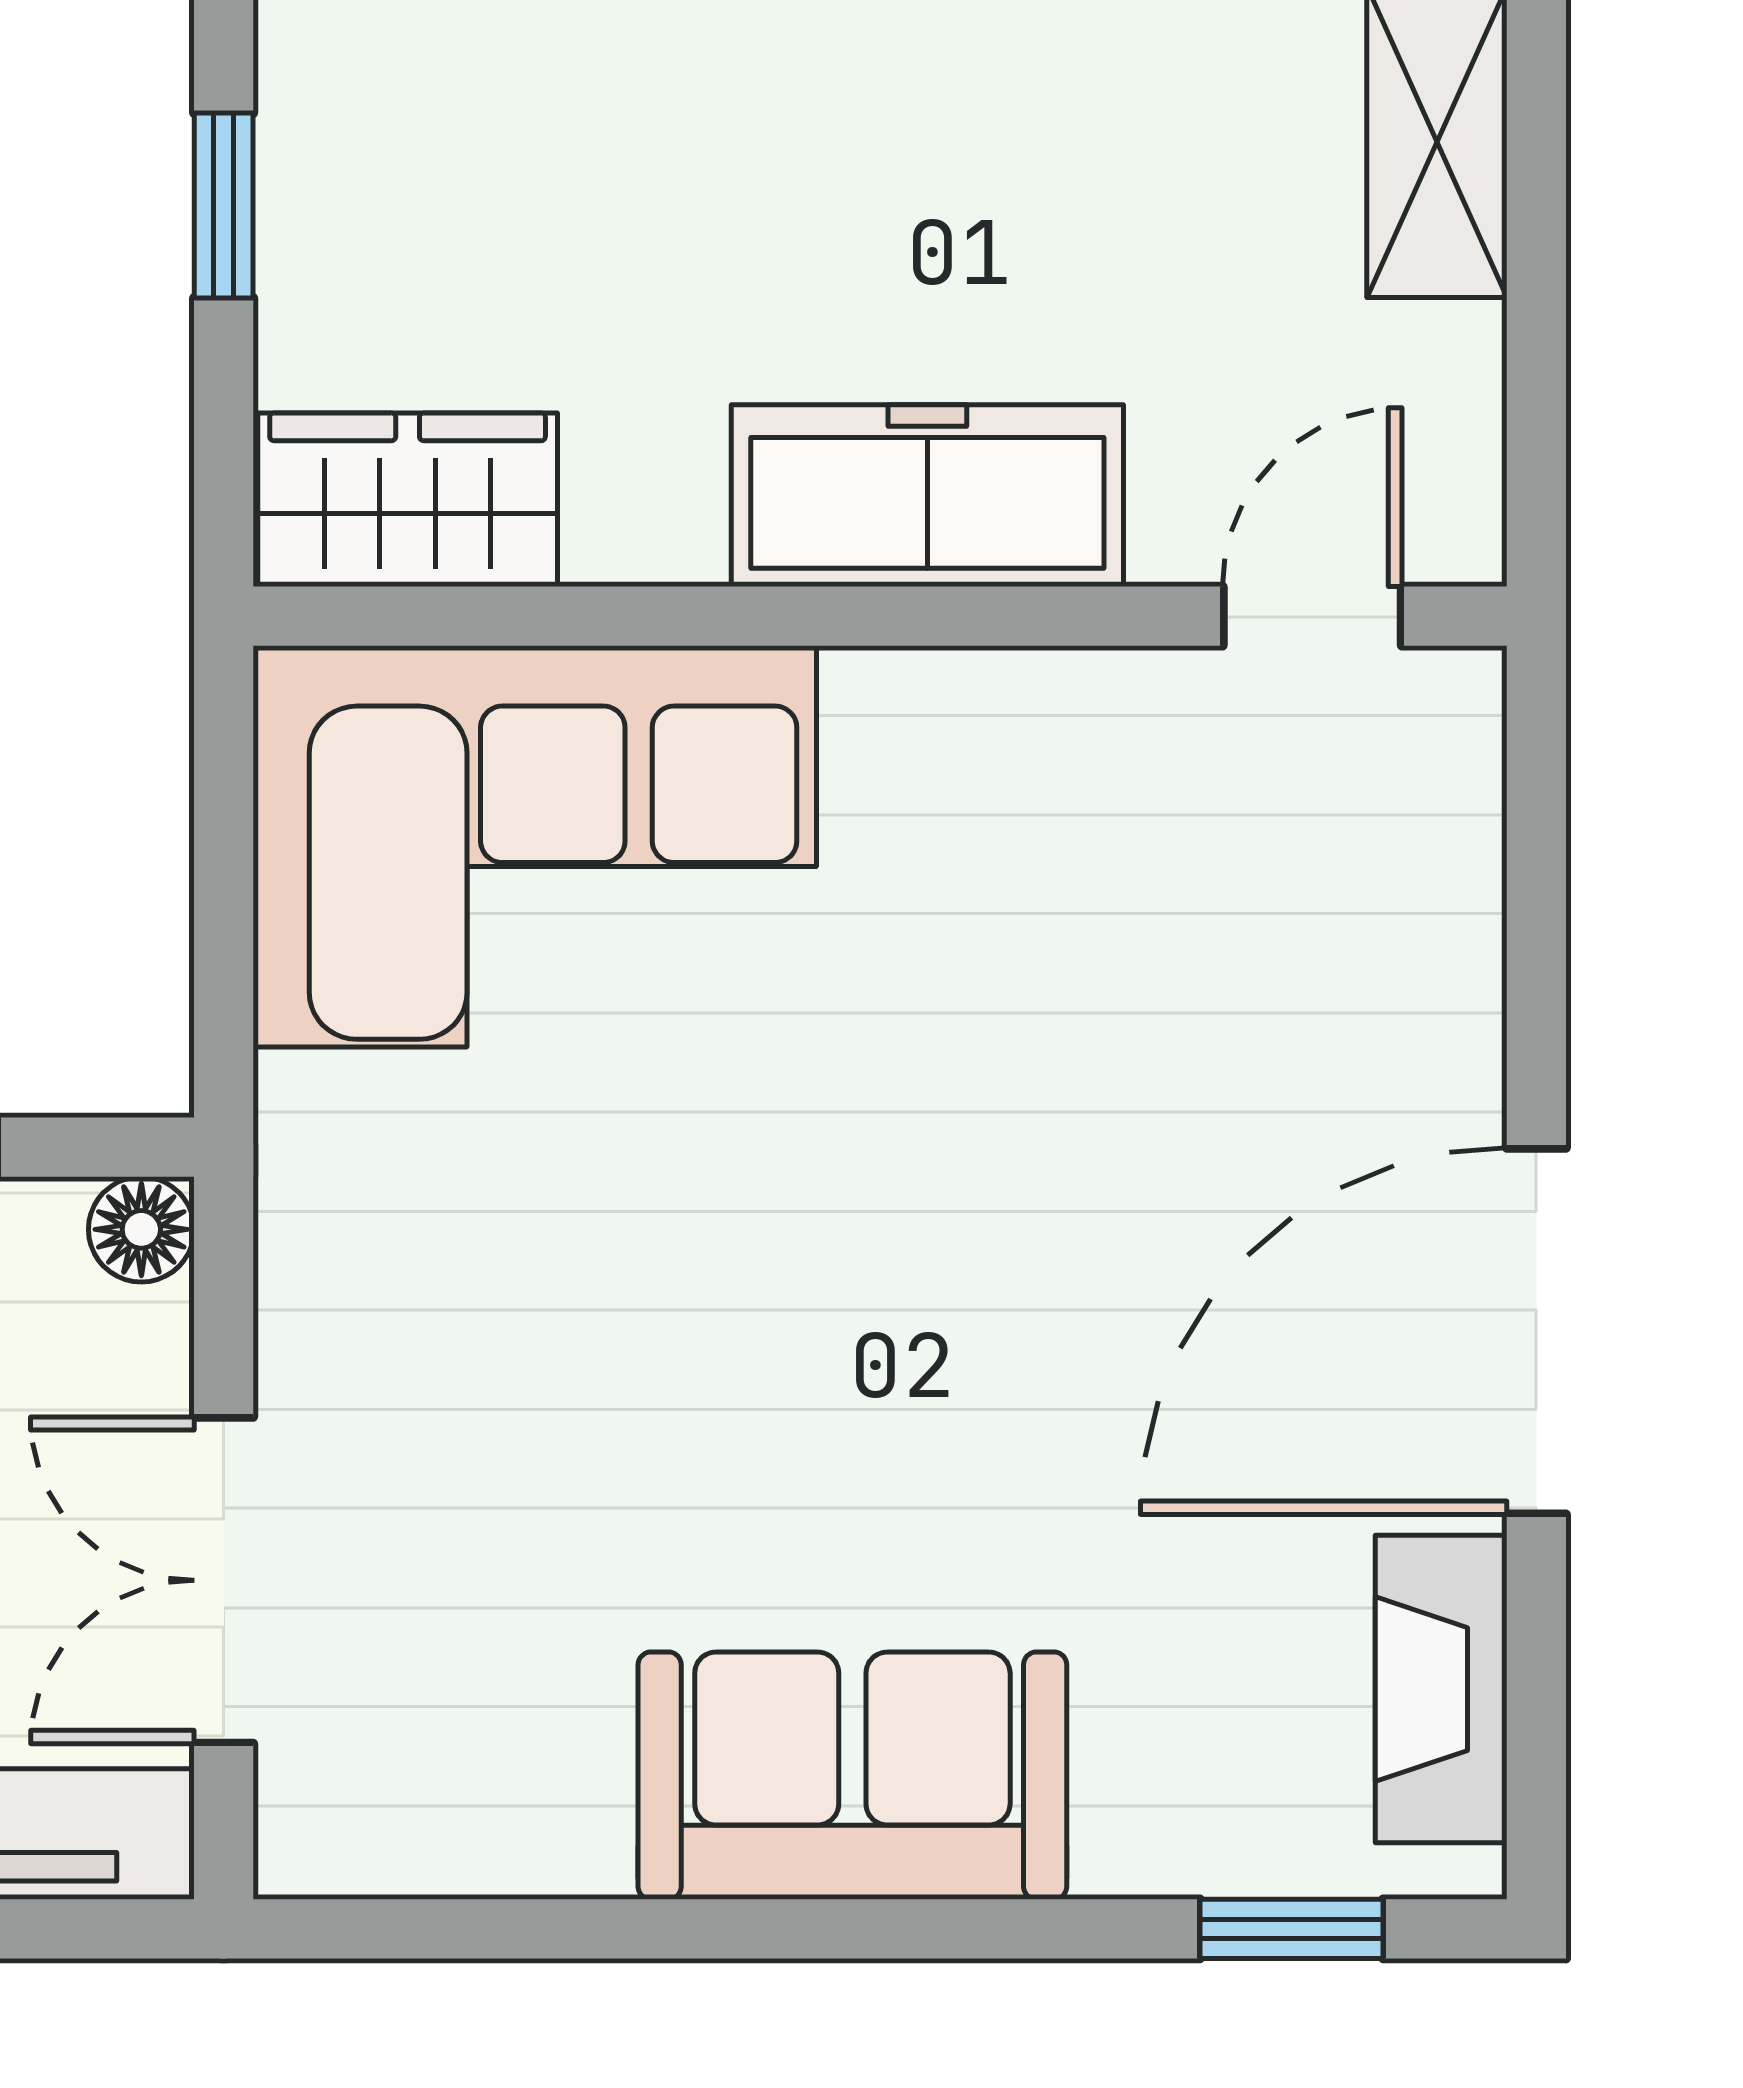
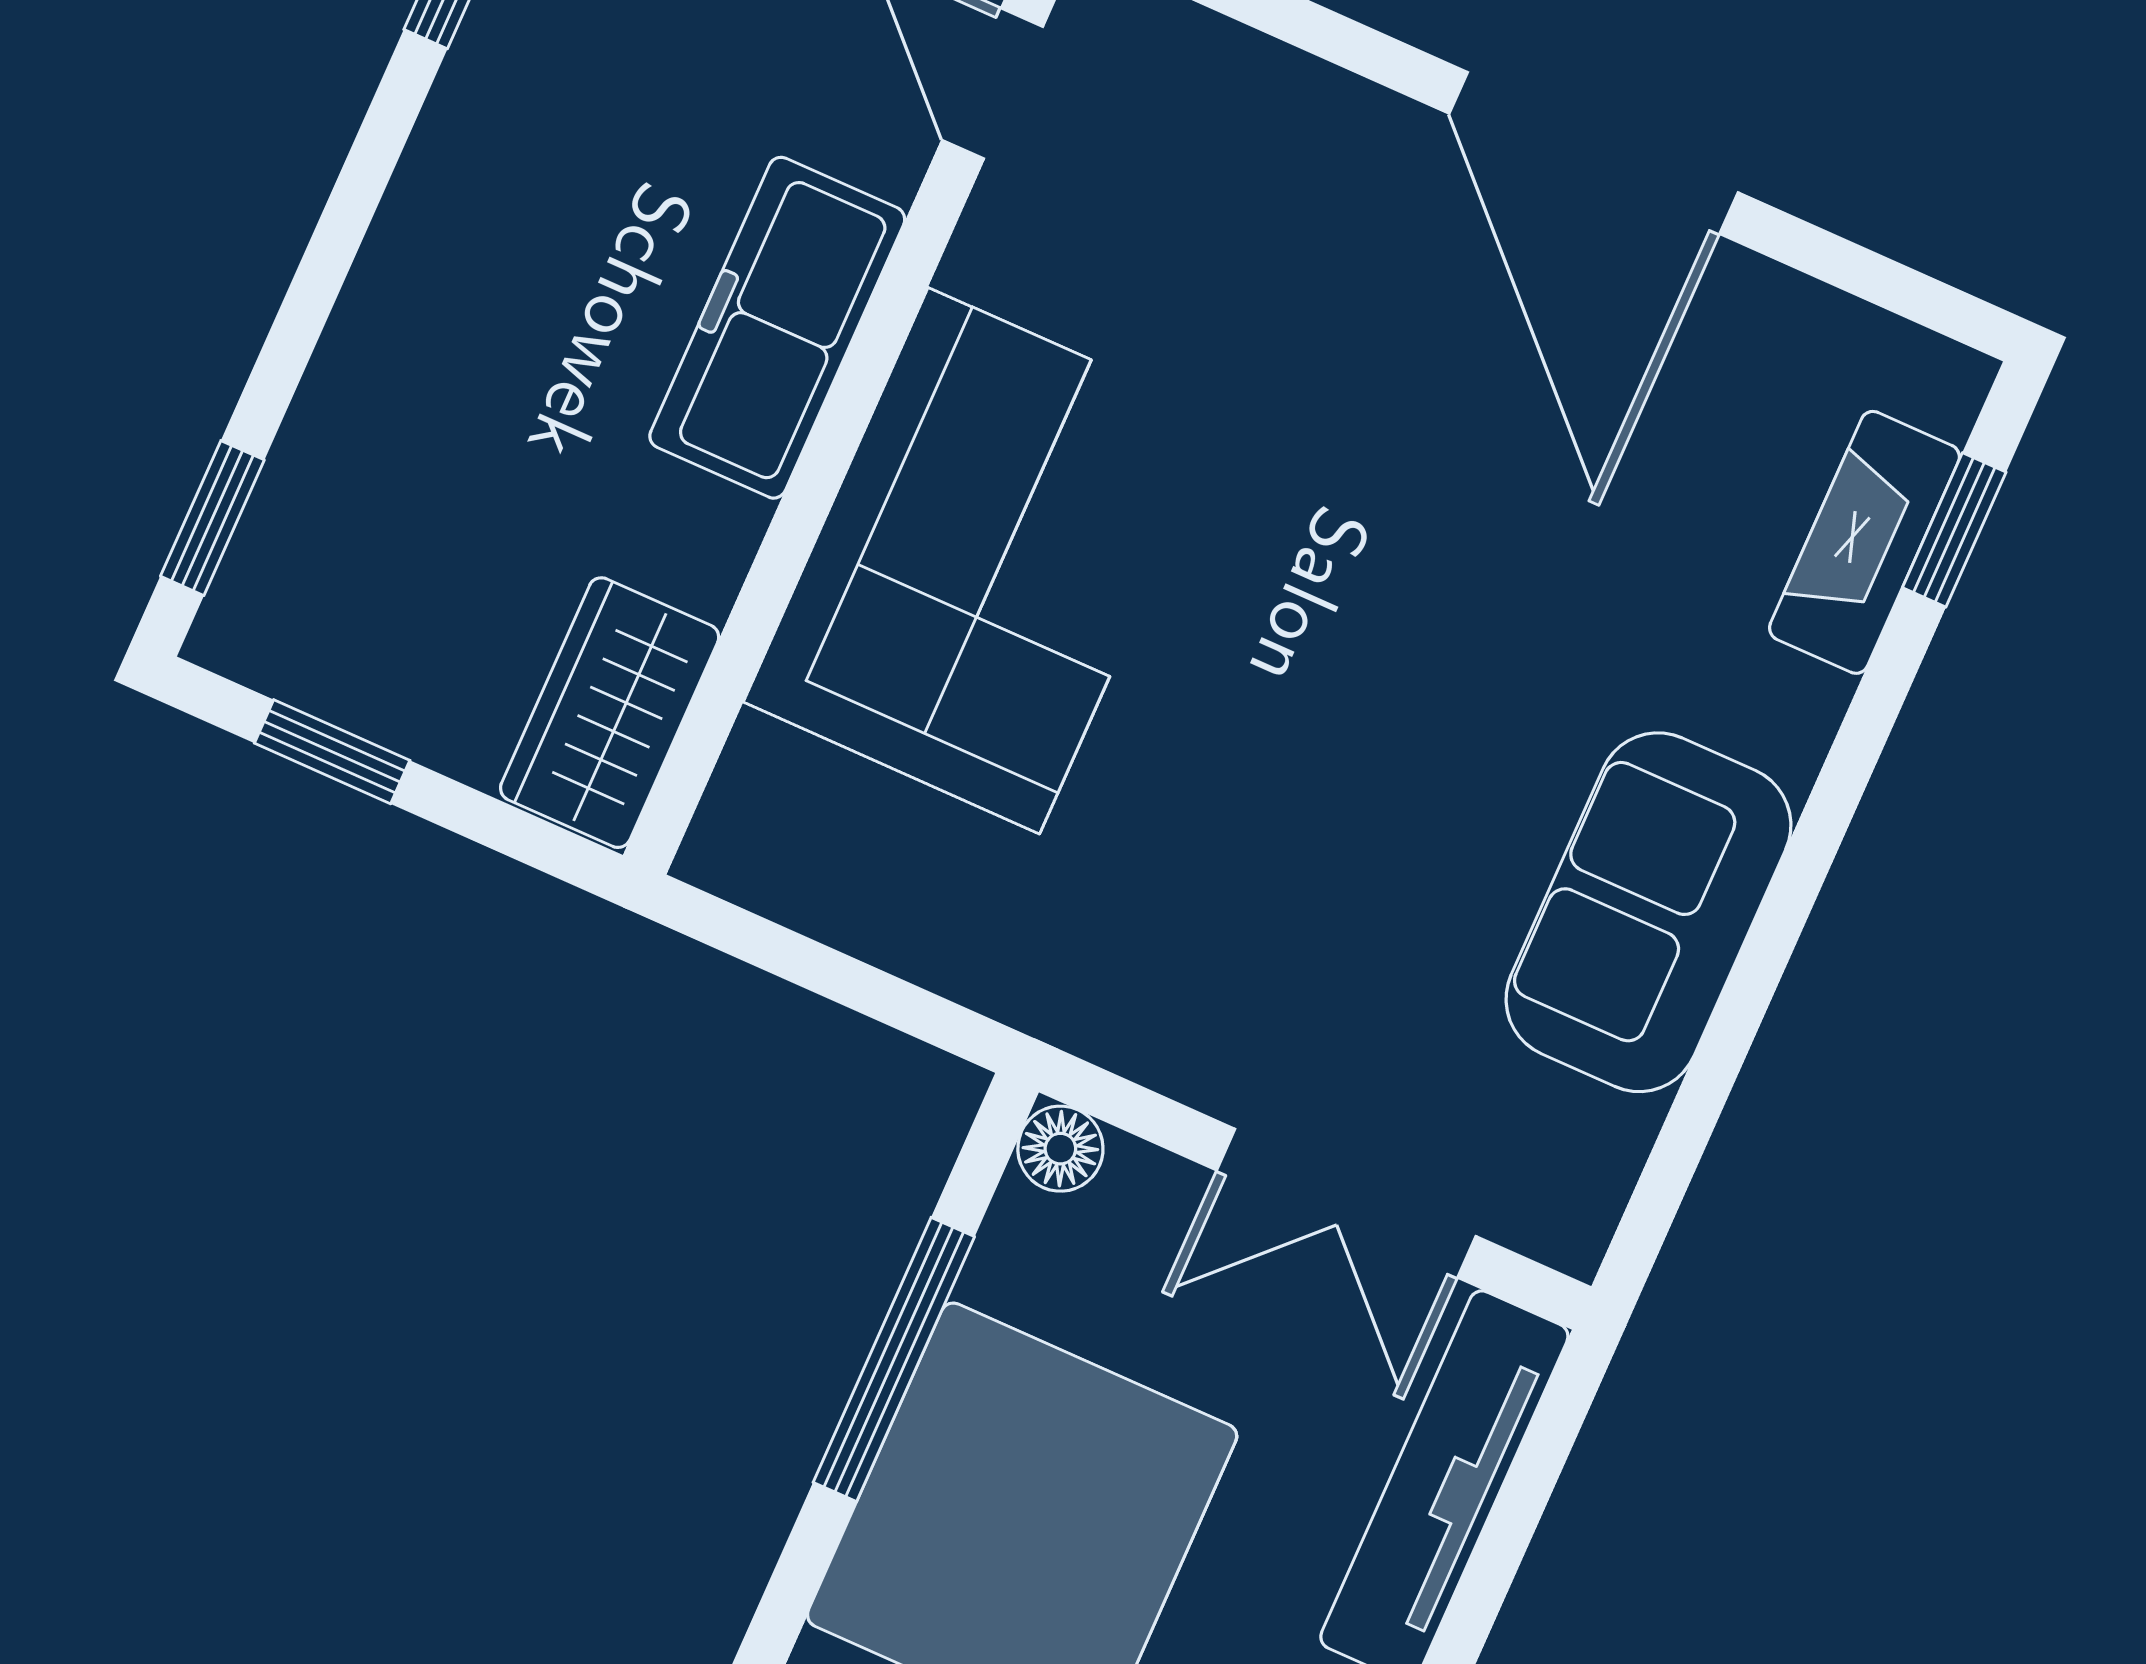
corner sofa: (535, 847) -> (984, 561), moved
fireplace: (1441, 1689) -> (1864, 542), moved, turned 90
sofa: (852, 1776) -> (1648, 912), moved

